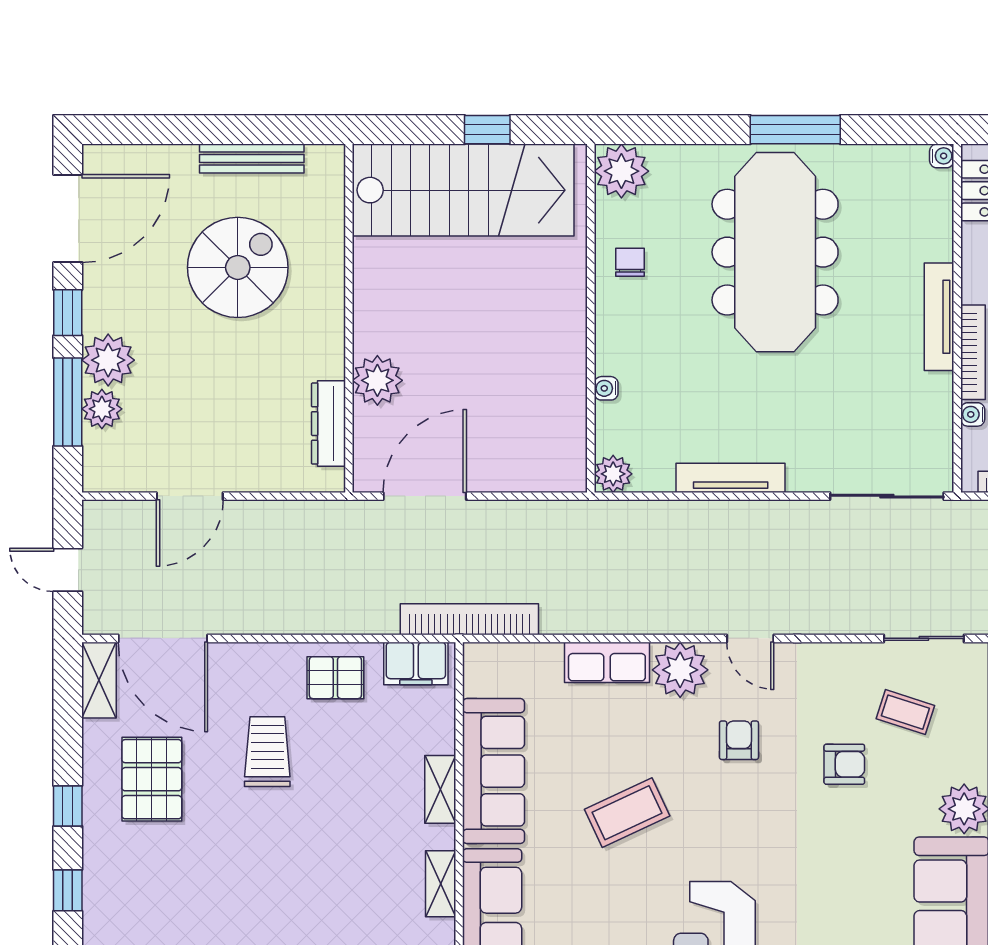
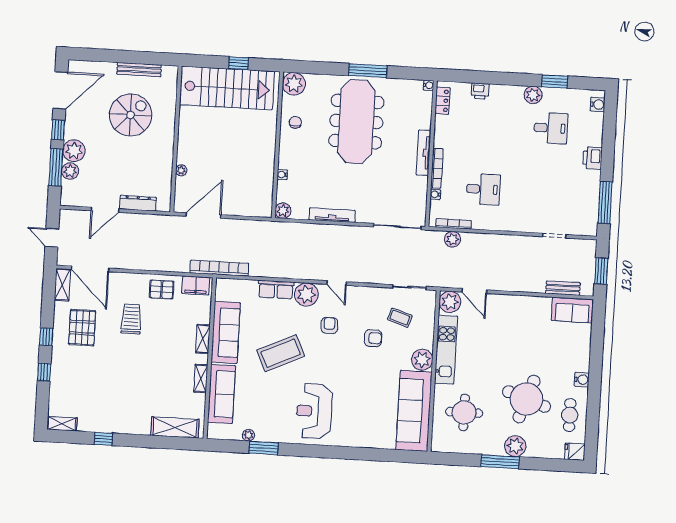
plant: (377, 380) -> (181, 170), width x0.53, depth x0.53
dresser: (328, 424) -> (138, 203), moved, turned 90
coffee table: (627, 813) -> (281, 353), width x1.36, depth x1.32

